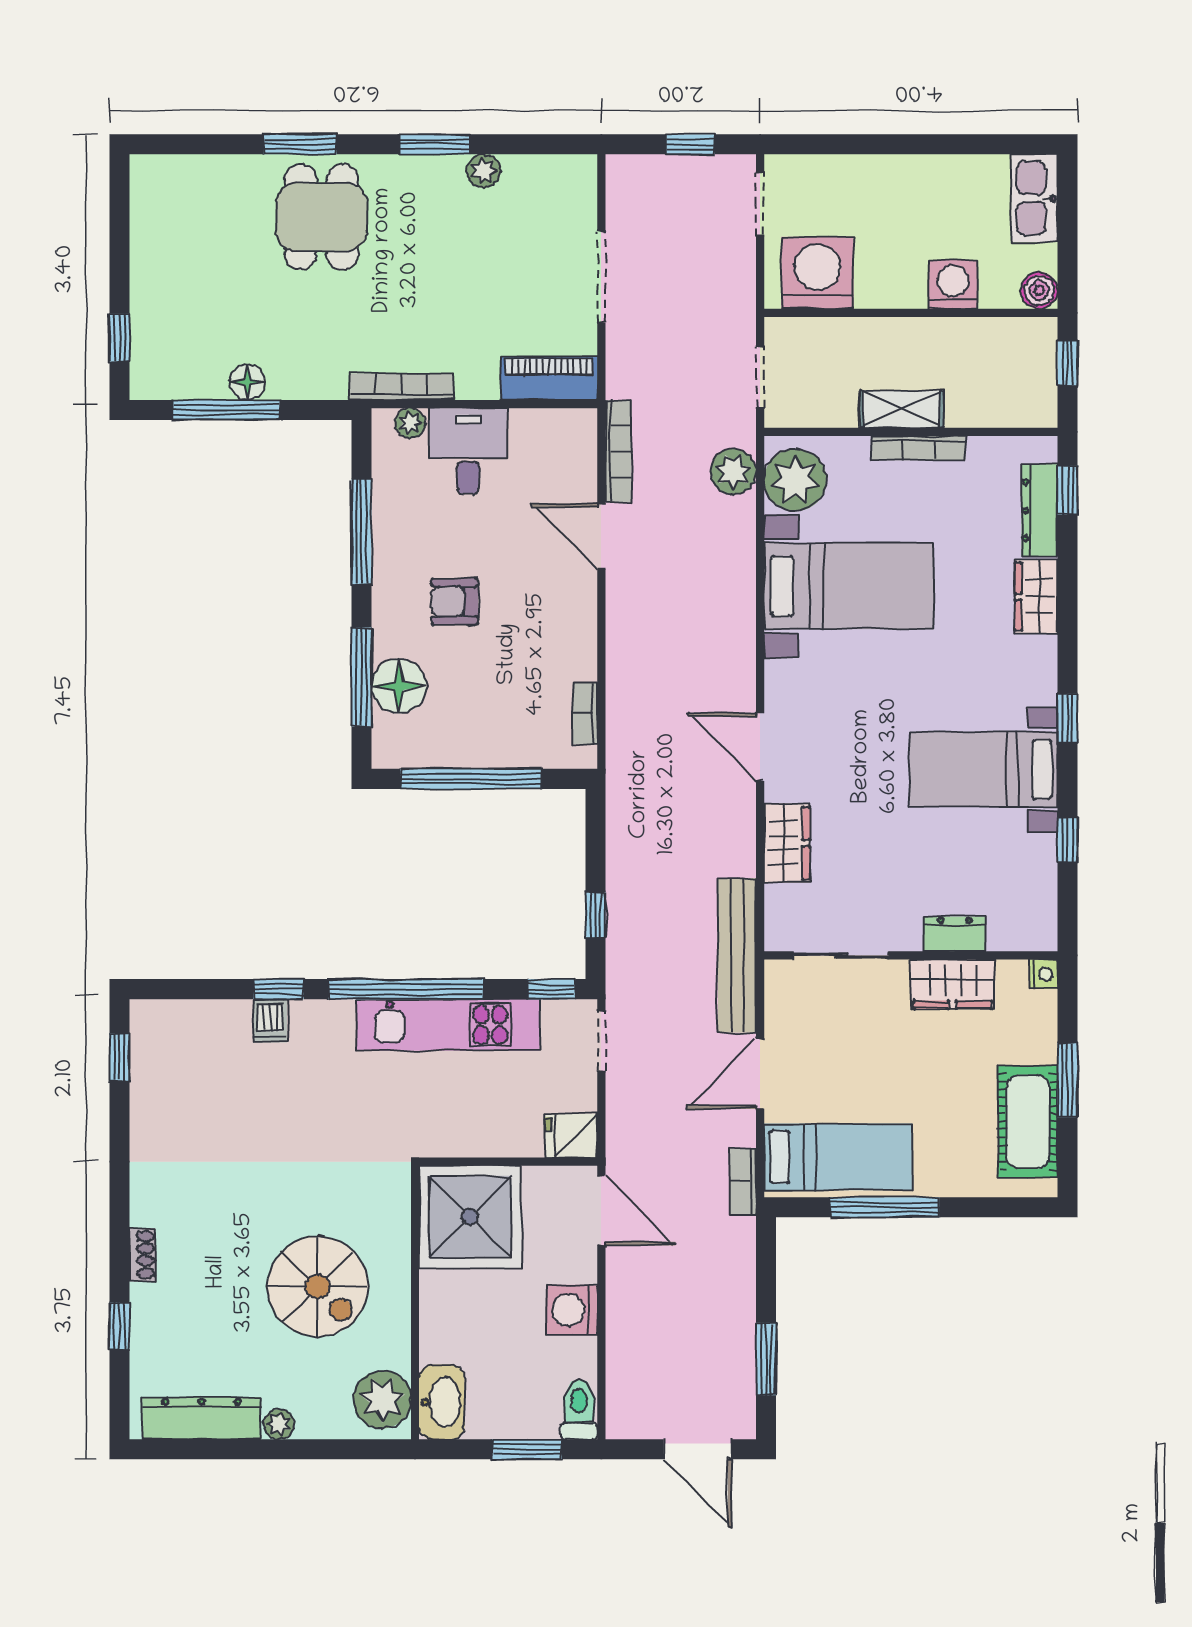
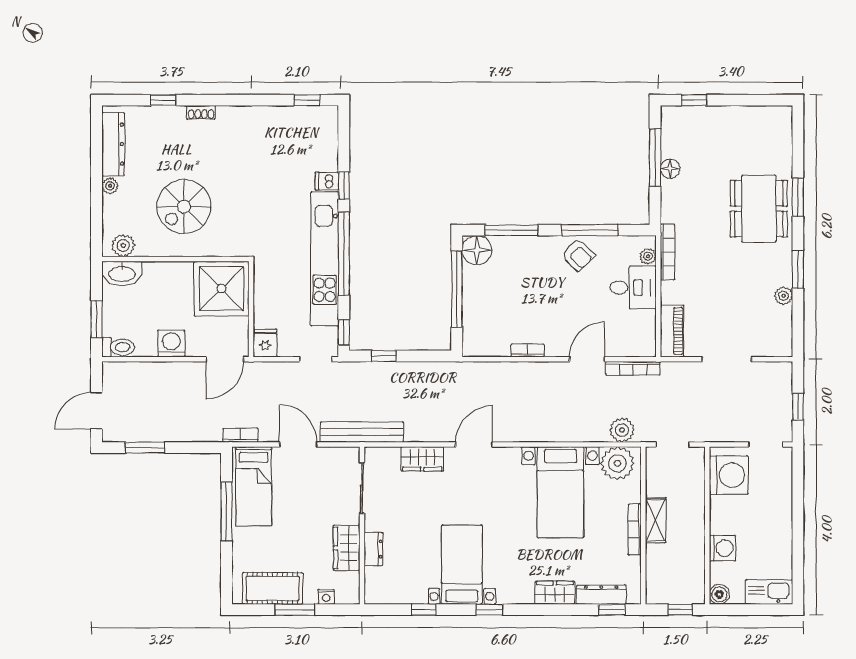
dining table: (321, 217) -> (759, 209), width x1.38
armchair: (455, 602) -> (578, 255), moved, turned 135
floor lamp: (399, 686) -> (477, 250), moved
bookcase: (585, 713) -> (528, 350), moved
nightstand: (1044, 974) -> (326, 597), moved
kitchen unit: (448, 1025) -> (325, 259), width x1.36
plant: (382, 1400) -> (123, 245), width x0.73, depth x0.73

